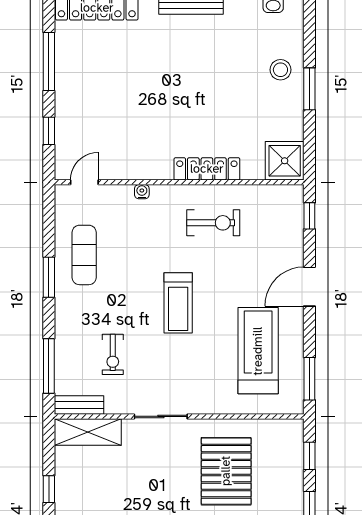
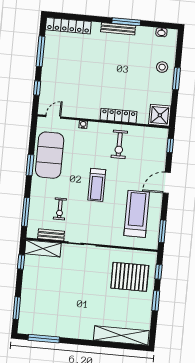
exercise bike: (213, 223) -> (119, 144), turned 90
exercise mat: (84, 255) -> (50, 155), width x2.00, depth x1.45
bench: (79, 405) -> (51, 235), moved
pallet: (226, 471) -> (130, 277), moved, turned 90
window: (49, 489) -> (21, 262), moved

